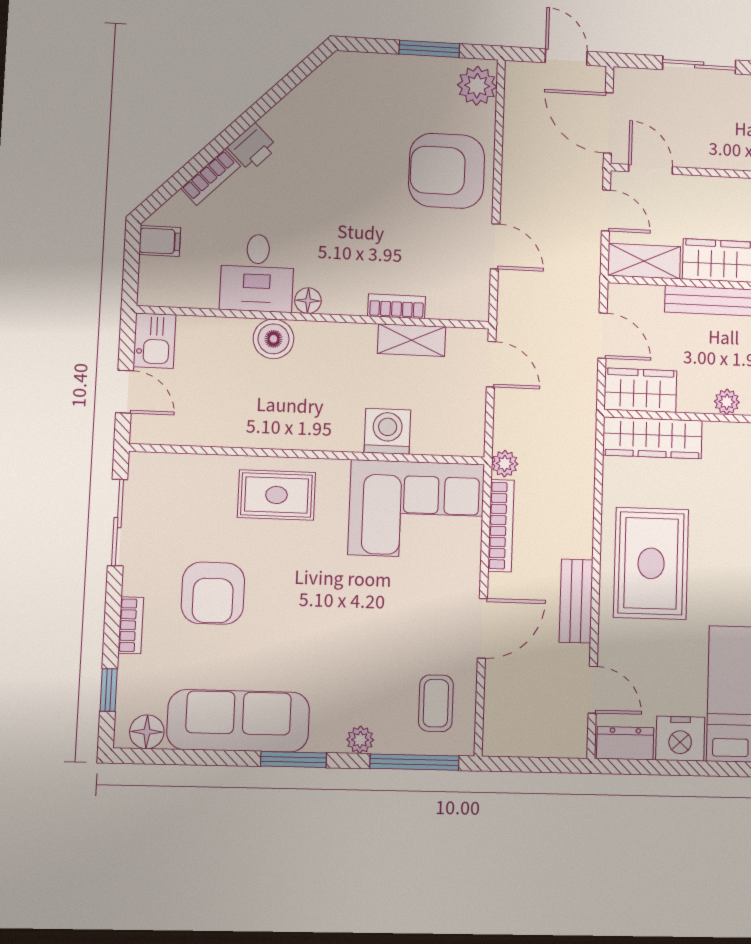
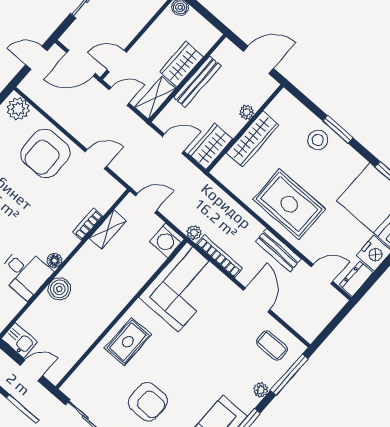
washing machine: (387, 431) -> (167, 240), moved, turned -90
wardrobe: (652, 438) -> (253, 139), moved

